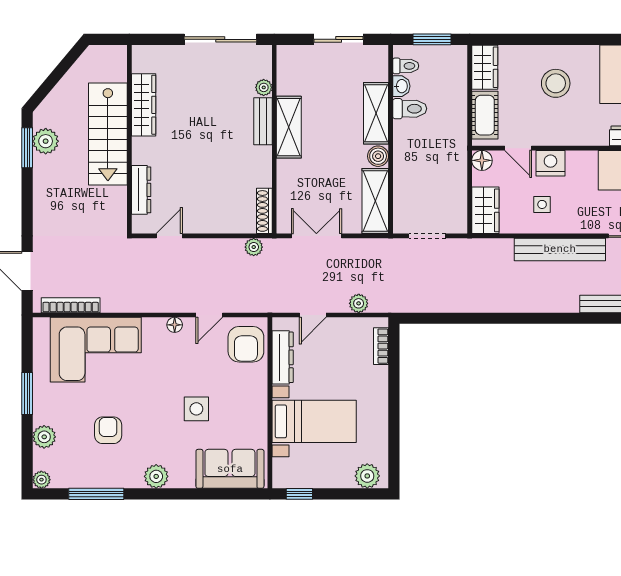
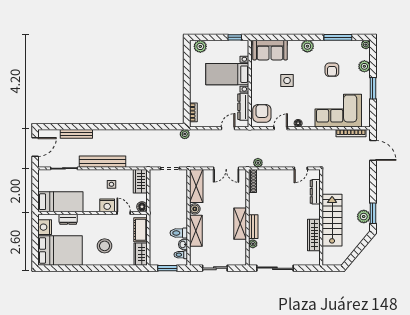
plant: (359, 303) -> (185, 134), moved

